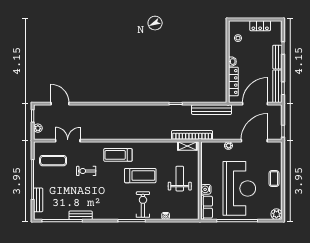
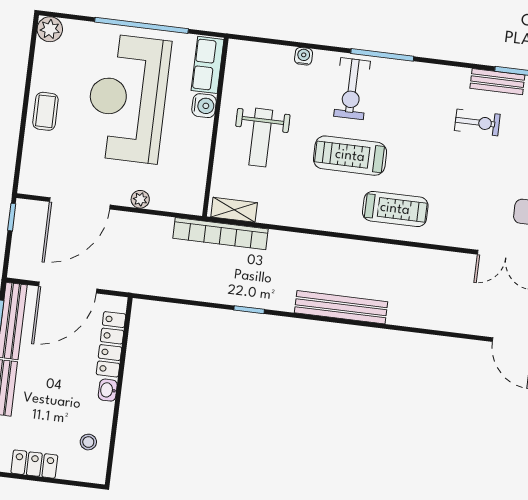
bench: (212, 110) -> (341, 307), moved
exercise bike: (86, 171) -> (477, 122), moved

